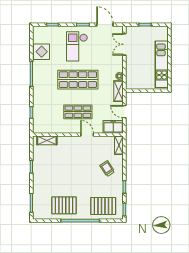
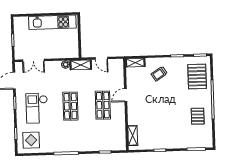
checkout: (77, 46) -> (37, 108), turned 90
display table: (42, 52) -> (31, 140), moved
shop shelf: (78, 80) -> (70, 106), width x0.70, depth x0.74
door: (124, 112) -> (101, 58), hinge flipped
freezer: (113, 127) -> (117, 69), removed
pallet: (64, 205) -> (198, 116), width x0.67, depth x0.71

